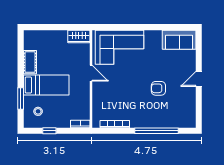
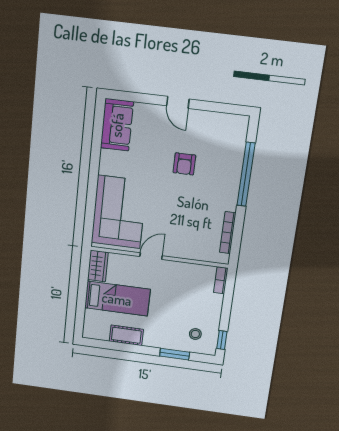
bed: (46, 85) -> (117, 299), moved, turned 90
window: (49, 131) -> (222, 340), moved

